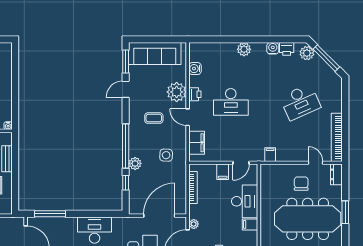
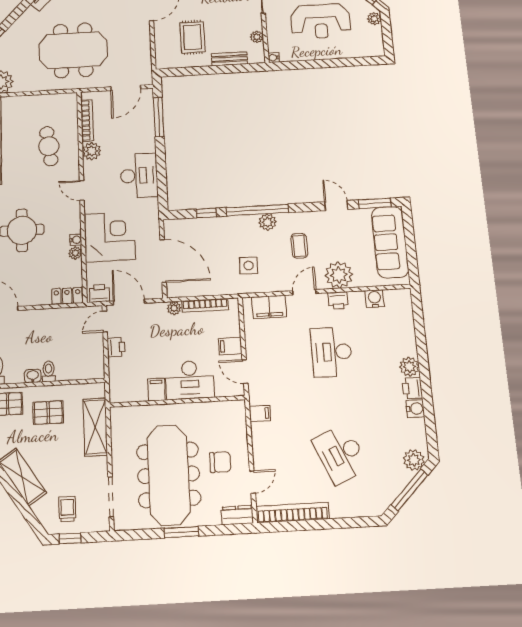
printer: (287, 49) -> (412, 388), moved
plant: (135, 163) -> (267, 222), moved
plant: (194, 224) -> (174, 308), moved

